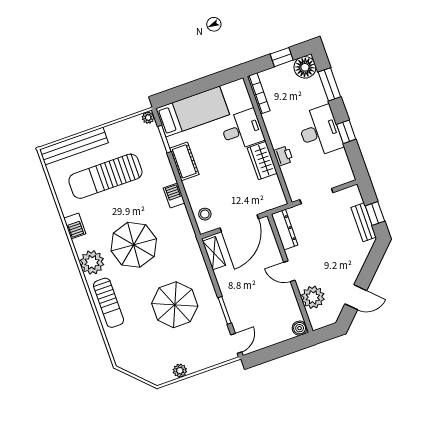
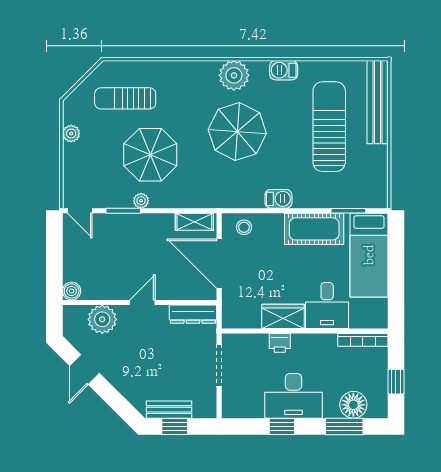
floor lamp: (305, 67) -> (353, 405), moved
plant: (148, 118) -> (141, 201), moved
cot: (184, 161) -> (314, 229), width x1.37, depth x1.34
sun lounger: (109, 303) -> (125, 98), moved

